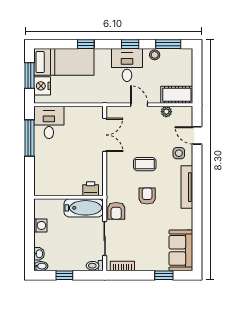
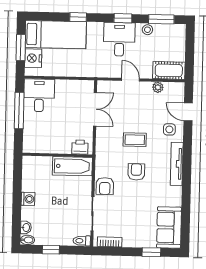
printer: (91, 189) -> (80, 147), moved
wall: (69, 197) -> (57, 155), moved
bathtub: (84, 208) -> (72, 166), moved

